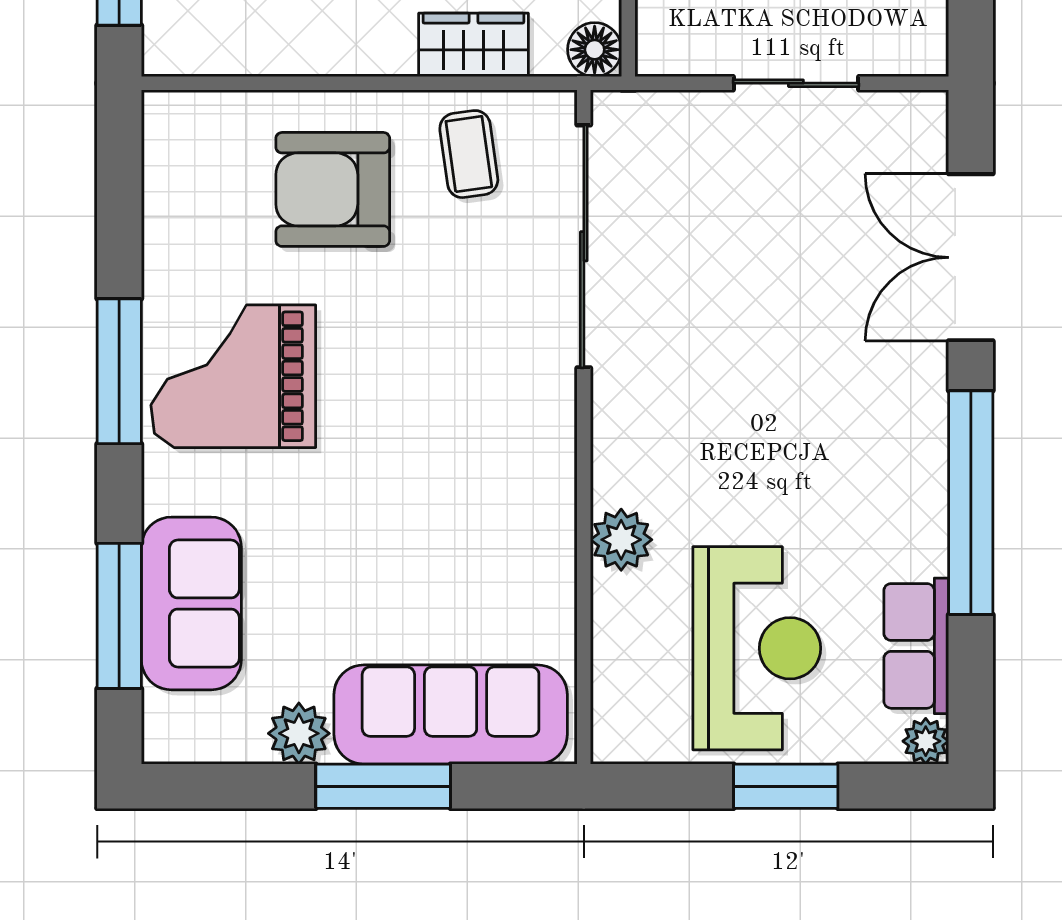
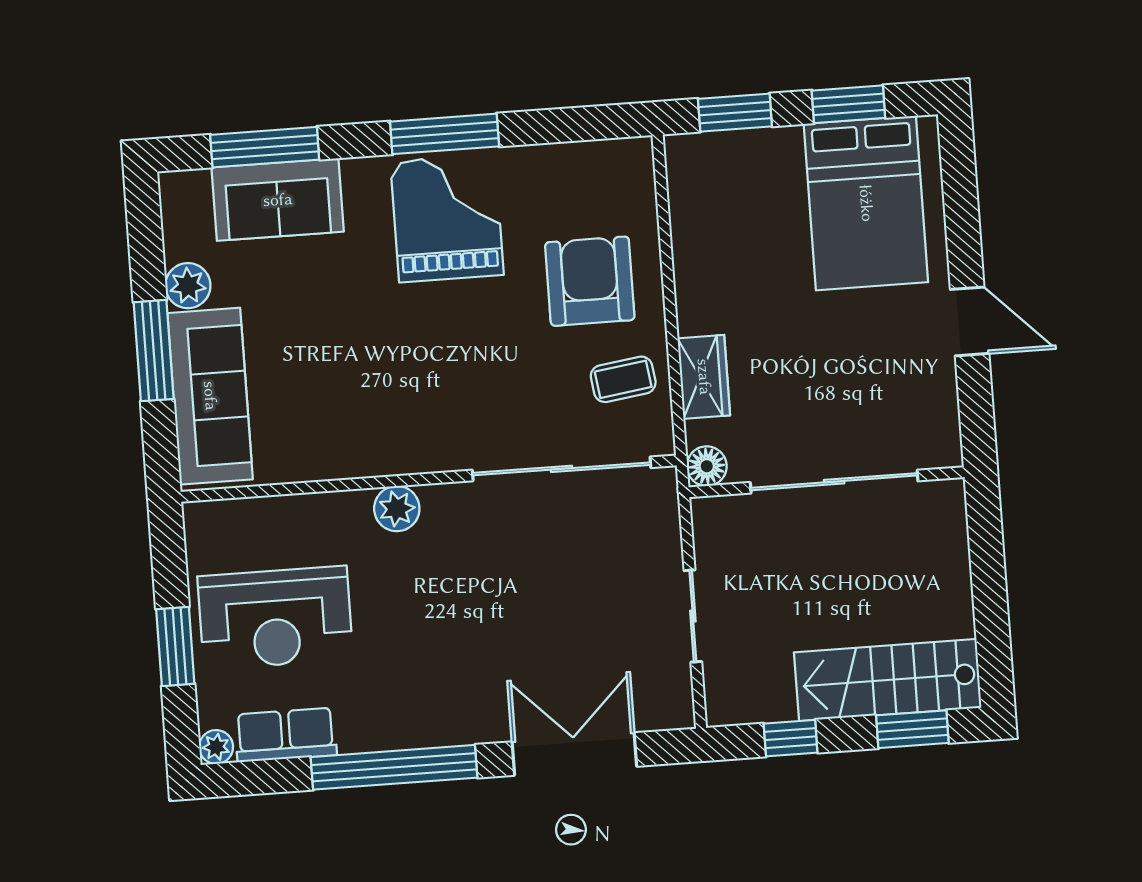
plant: (621, 540) -> (397, 509), moved

